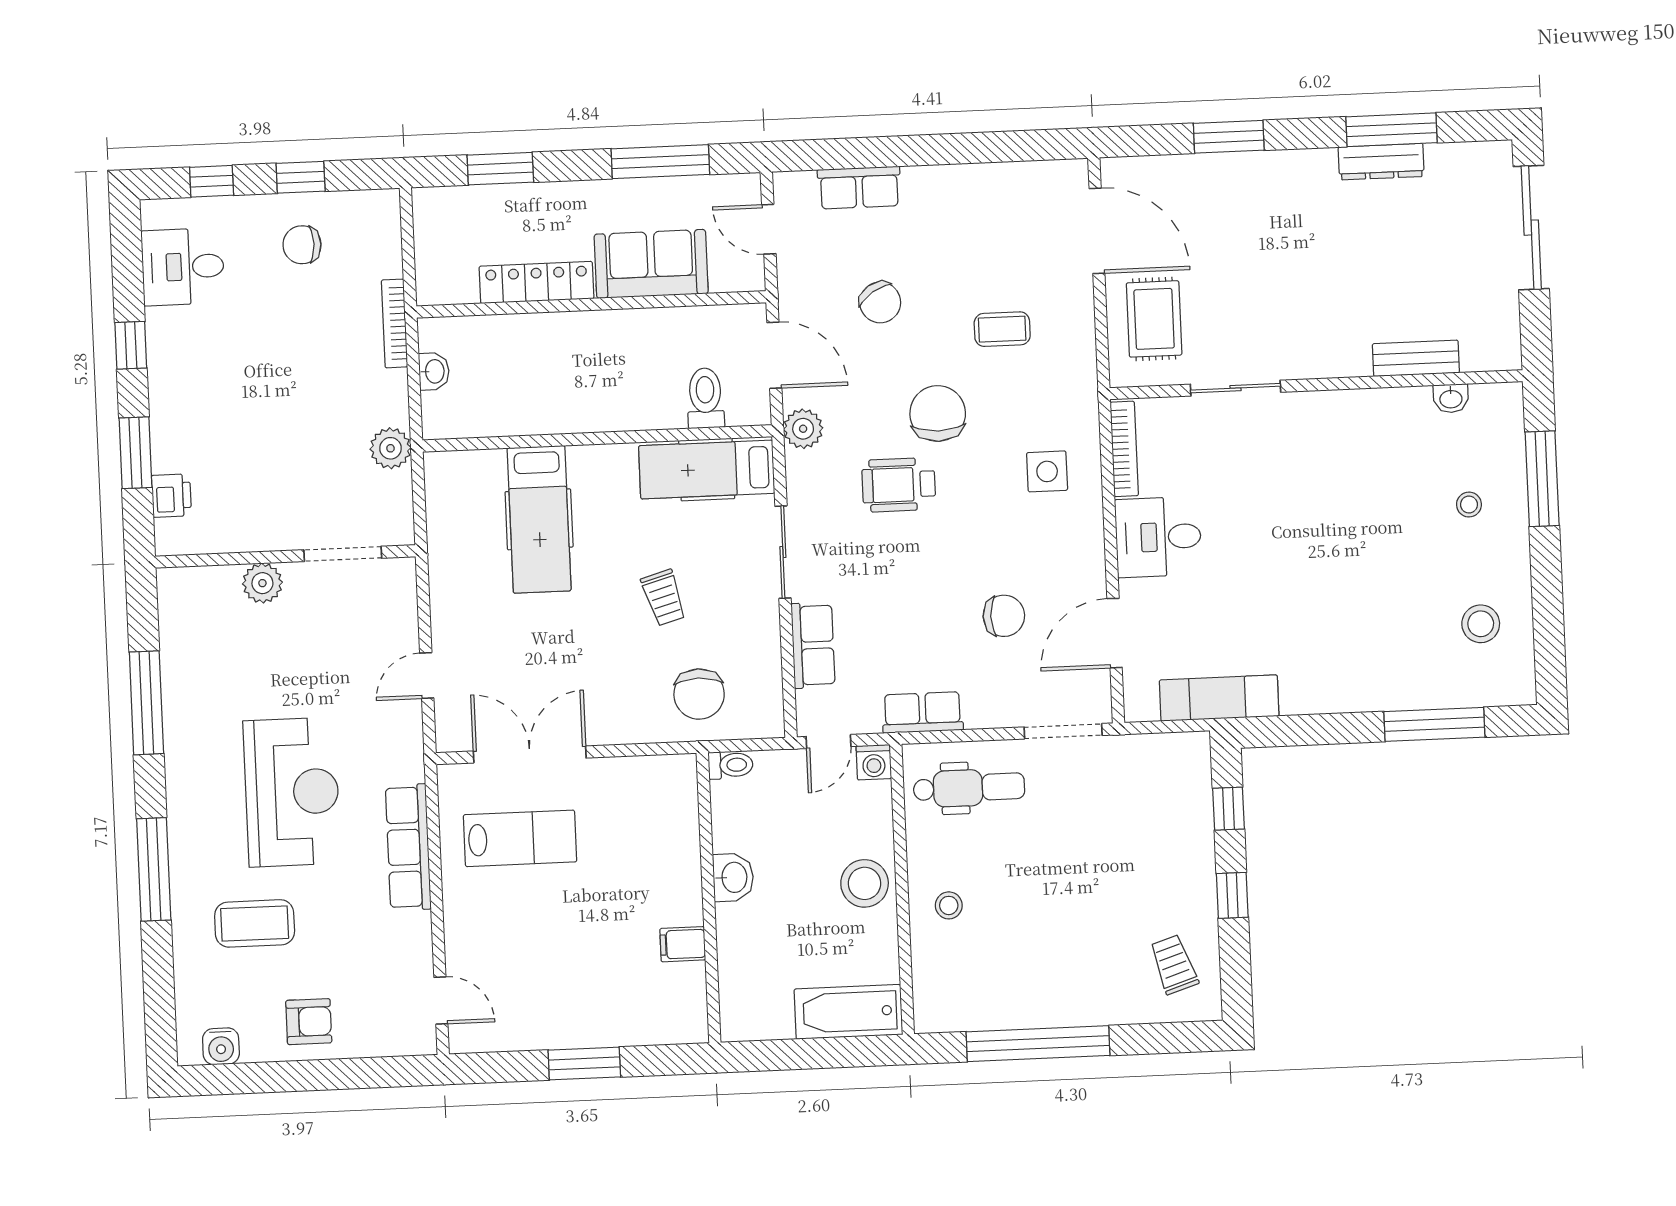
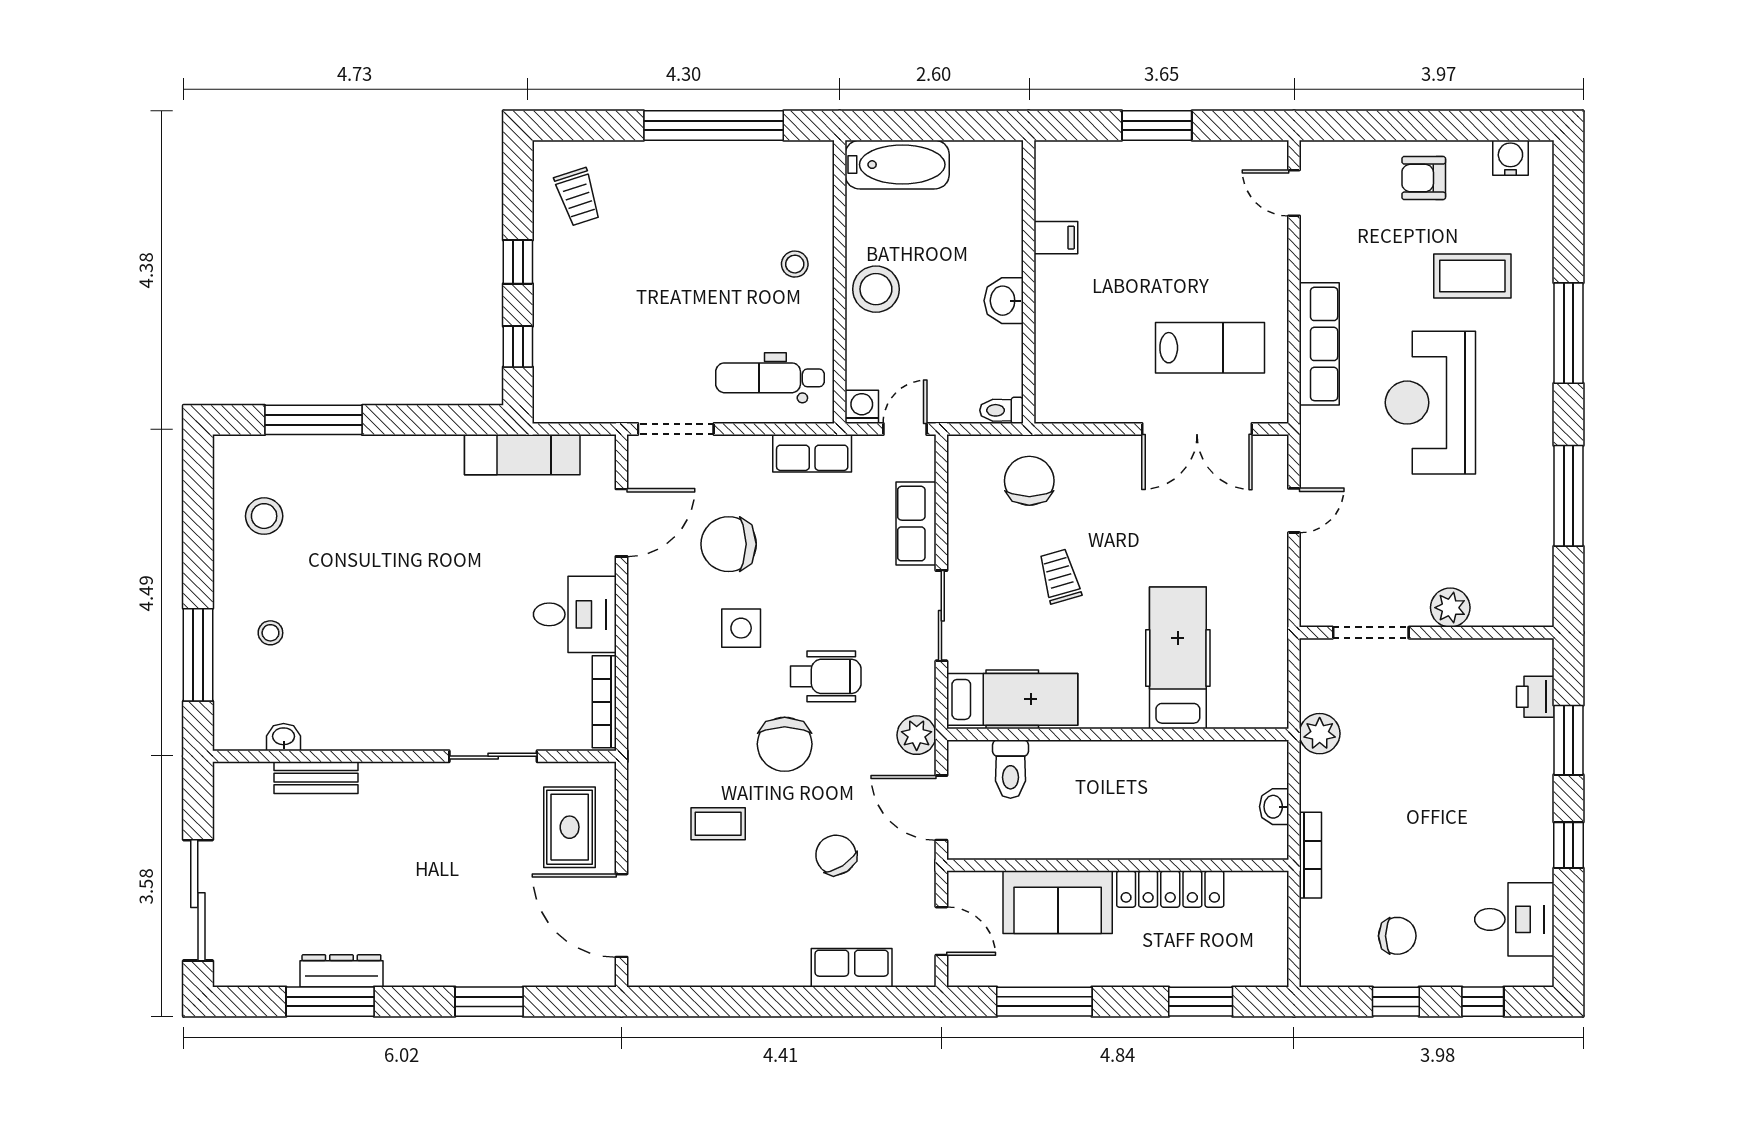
side table: (1047, 471) -> (741, 628), moved
chair: (1004, 616) -> (729, 544), width x1.37, depth x1.37
lab bench: (520, 838) -> (1210, 348), turned 180

